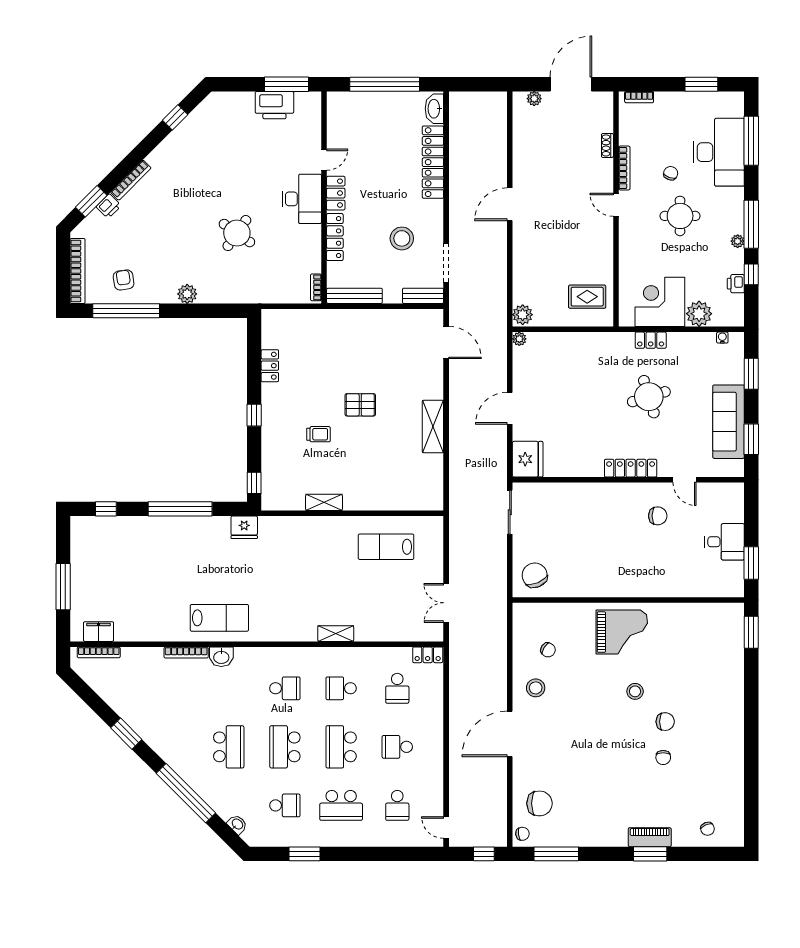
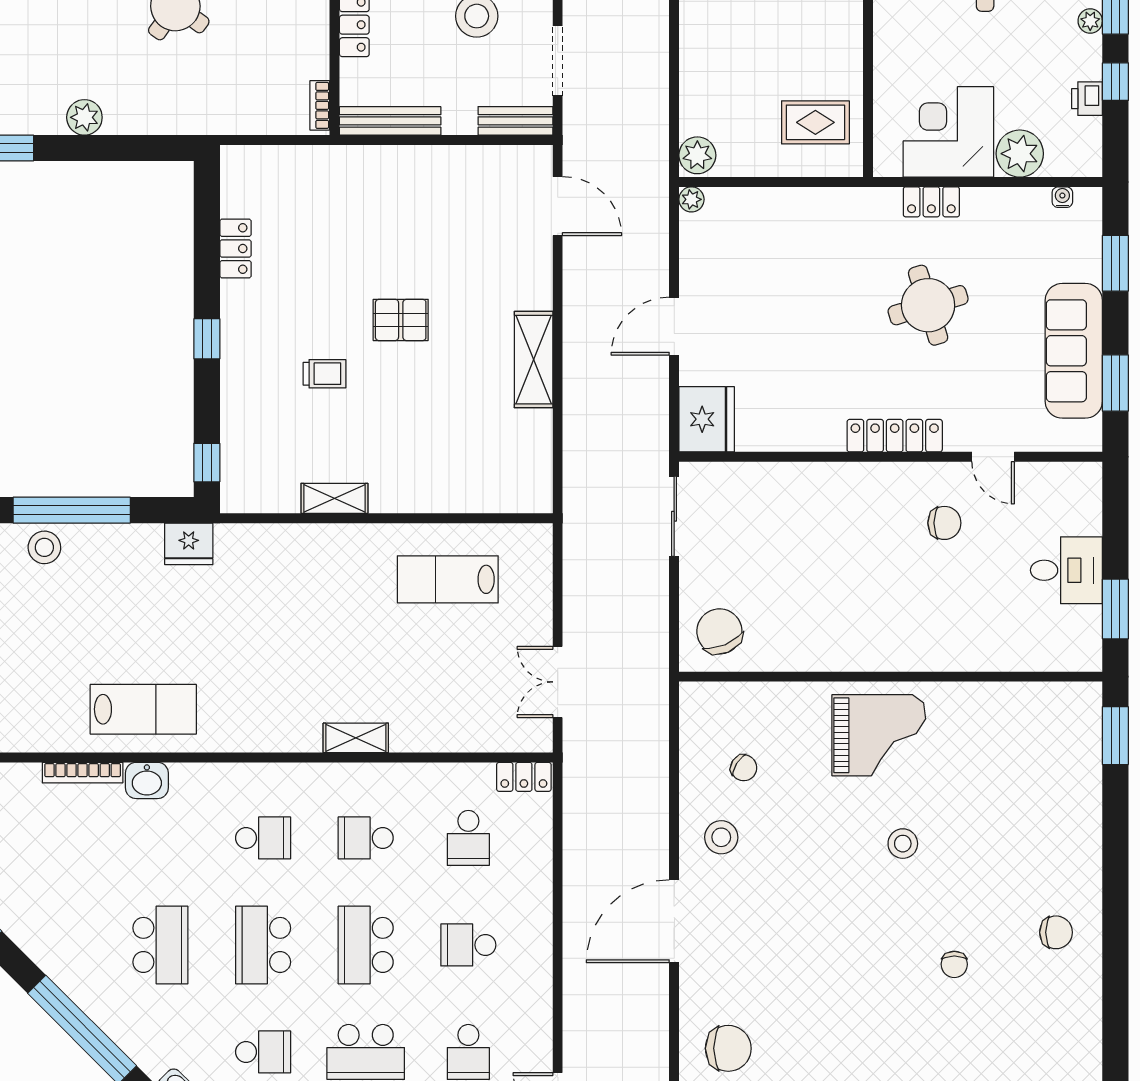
stool: (165, 529) -> (44, 547), added
chair: (665, 722) -> (1056, 932), moved

